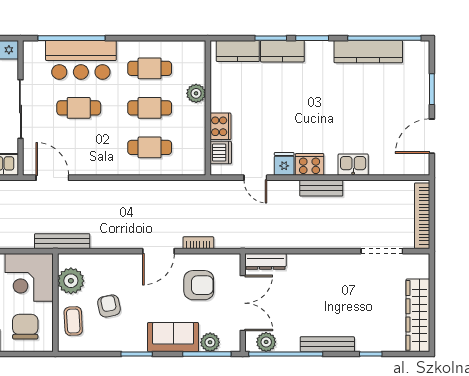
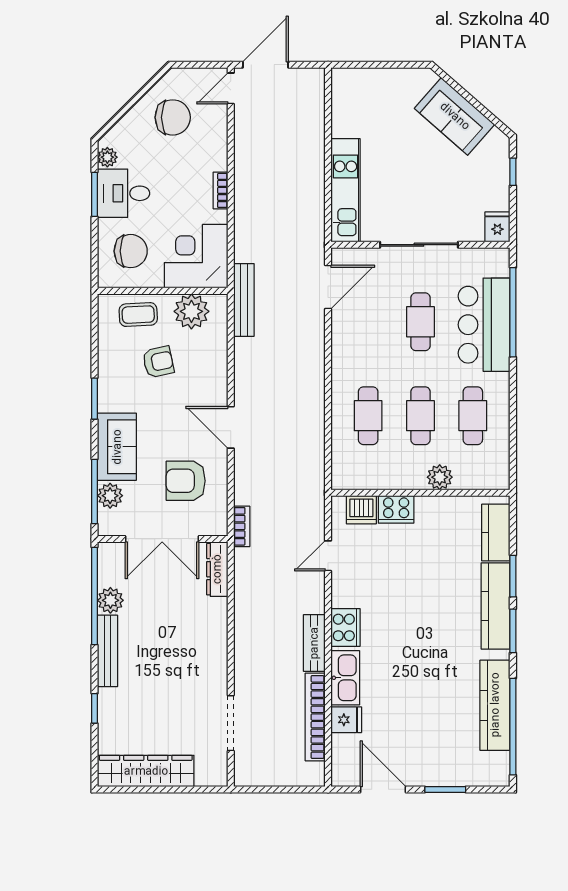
kitchen counter: (282, 51) -> (496, 606), width x1.50
fridge: (284, 164) -> (346, 720), moved
kitchen sink: (353, 165) -> (345, 678), width x1.38
bookcase: (422, 216) -> (315, 717), moved, turned -90
bookcase: (198, 243) -> (242, 526), moved
armchair: (199, 285) -> (186, 481), turned 90
plant: (266, 342) -> (110, 600), moved

